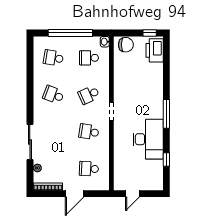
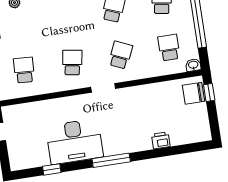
window: (150, 33) -> (209, 92), moved
chair: (126, 45) -> (194, 93), turned 90
printer: (155, 50) -> (161, 140), moved, width x0.53, depth x0.68
school desk: (89, 95) -> (121, 55), turned 48

